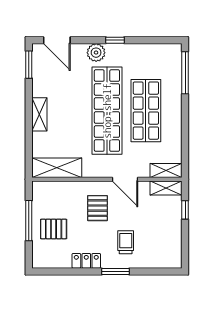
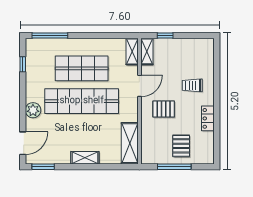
window: (115, 40) -> (23, 64), moved
window: (116, 271) -> (217, 94), removed

